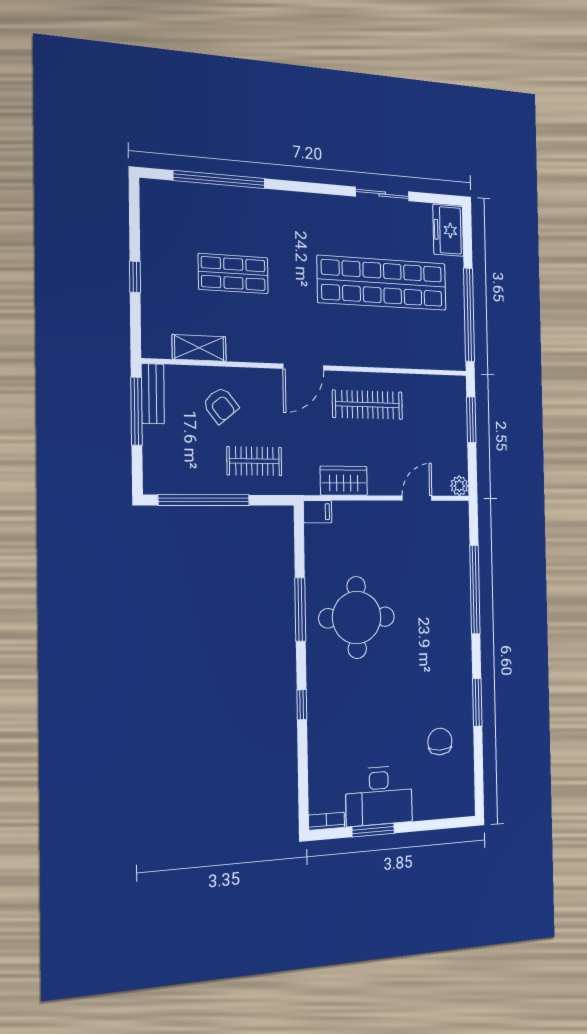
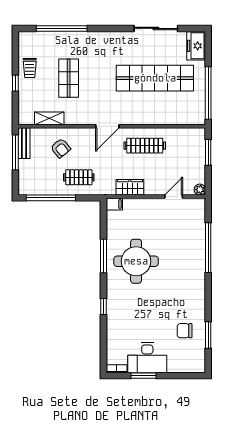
sliding door: (382, 194) -> (156, 28), width x1.37
trolley: (162, 250) -> (30, 68), added
shop shelf: (233, 274) -> (69, 78), turned 90
window: (477, 702) -> (208, 335), moved
chair: (440, 742) -> (185, 331), turned -90

